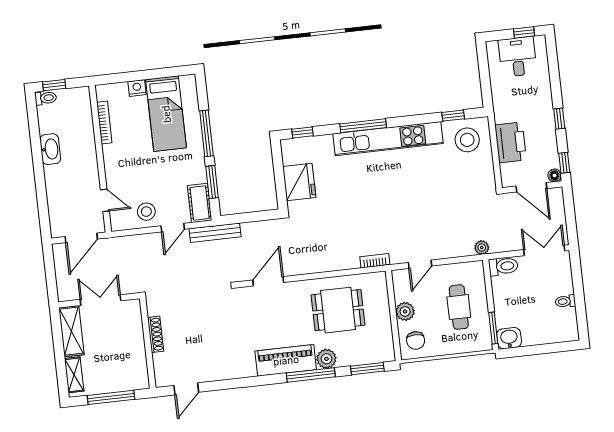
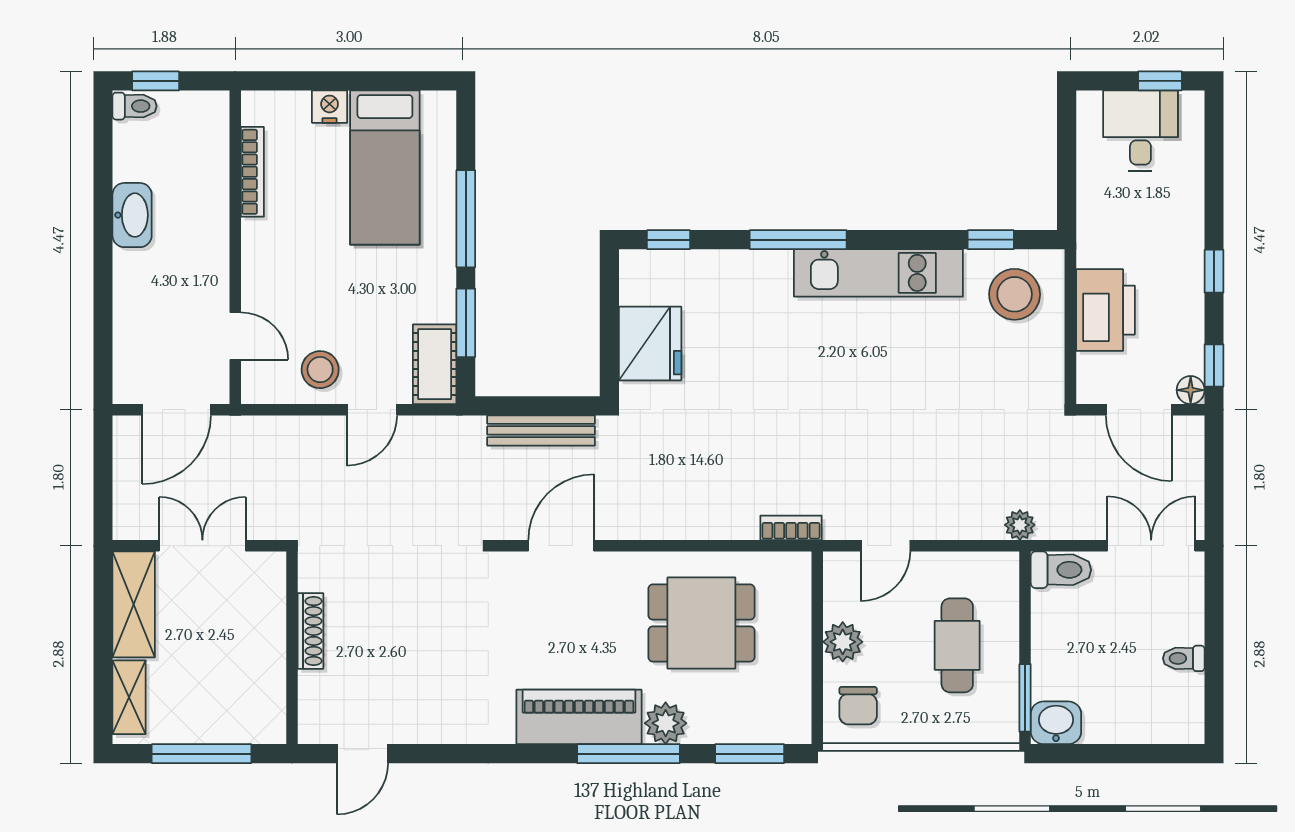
kitchen unit: (388, 139) -> (878, 273), width x0.73
bench: (215, 233) -> (541, 430), moved

